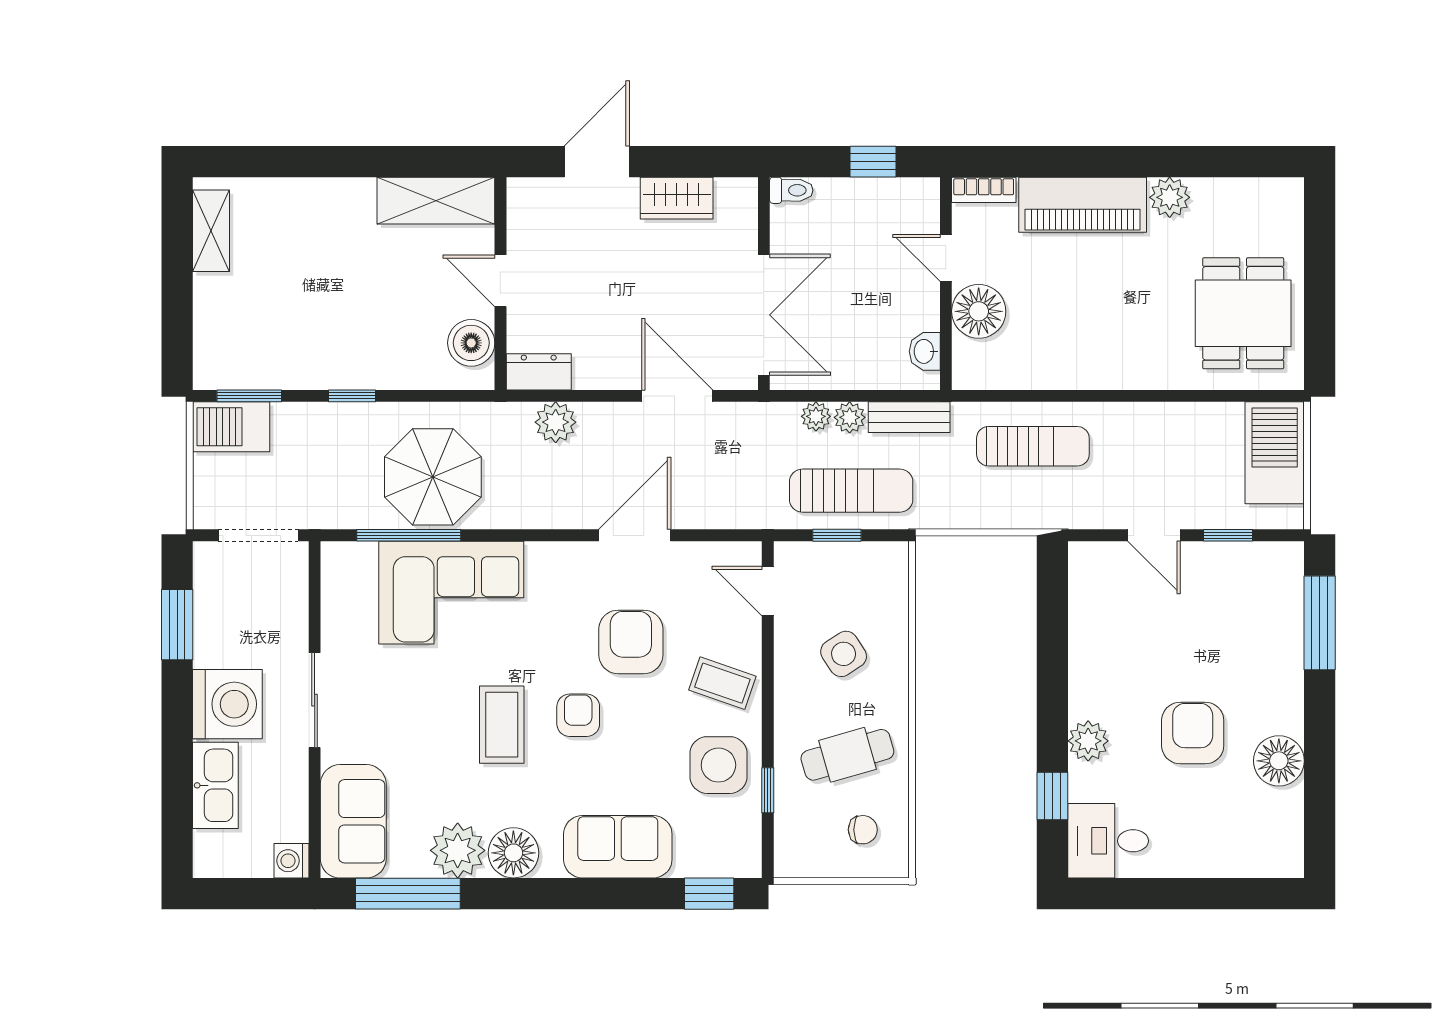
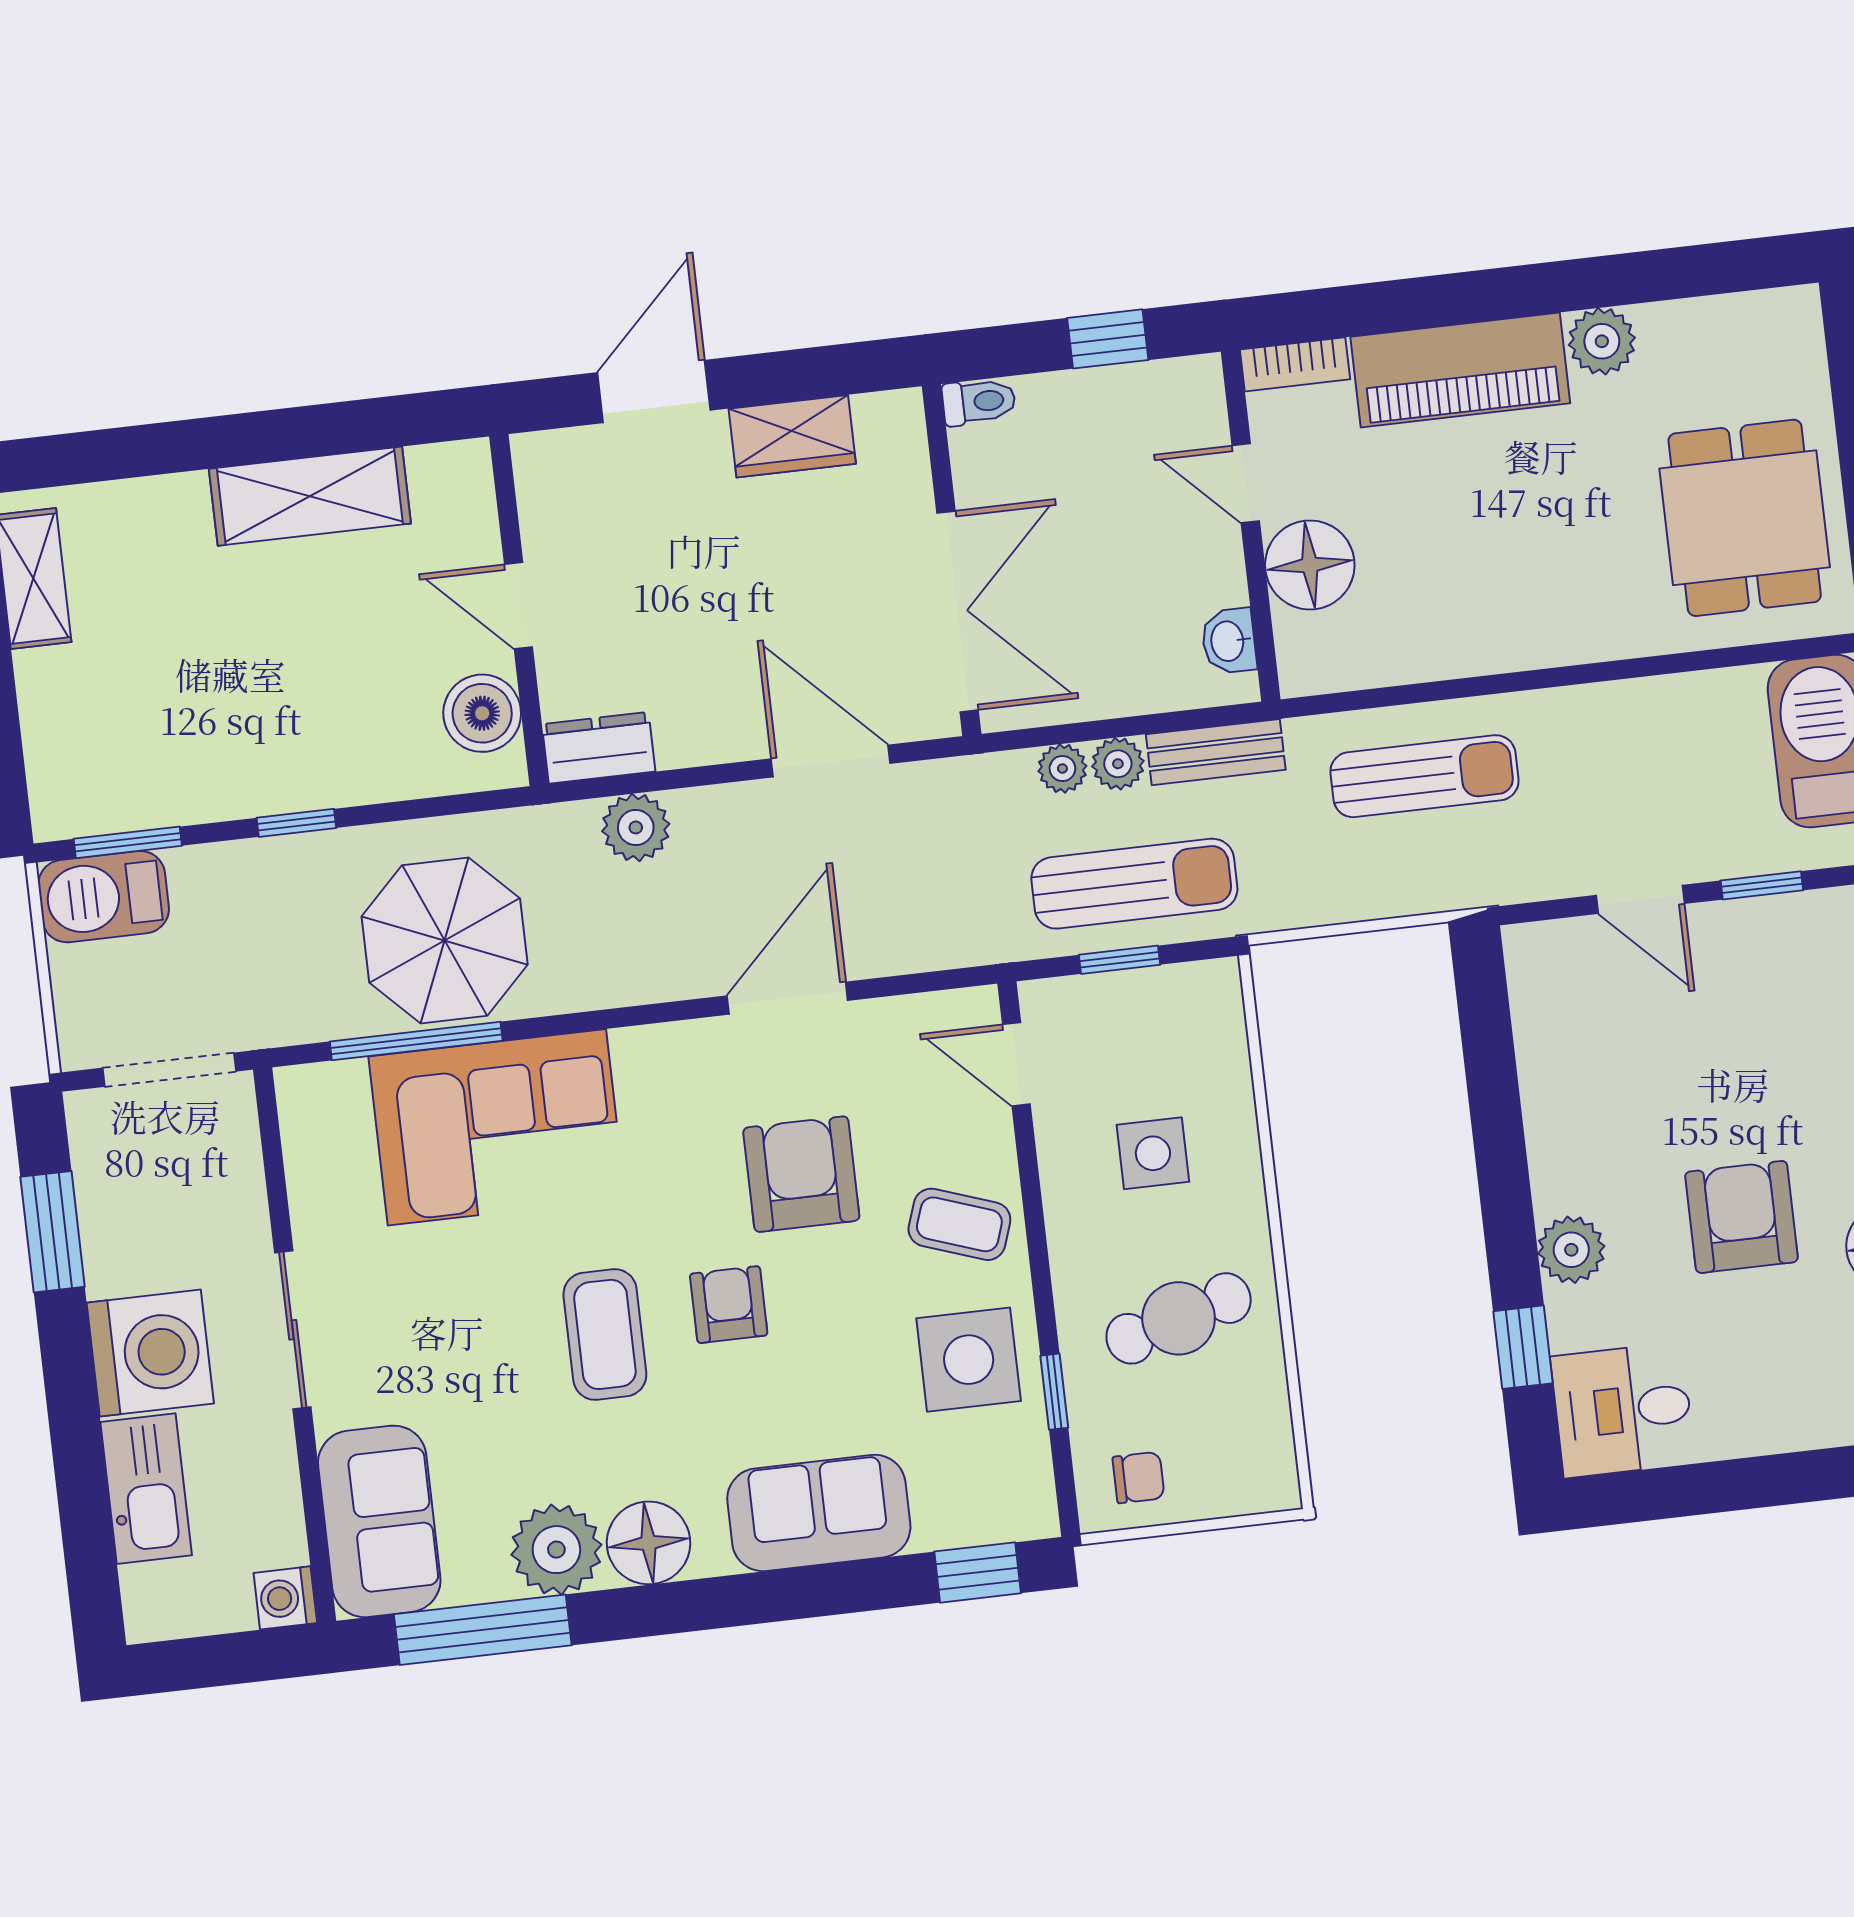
shelving: (436, 201) -> (310, 496), moved
side table: (844, 654) -> (1153, 1153), turned 33
chair: (863, 830) -> (1138, 1478), moved

